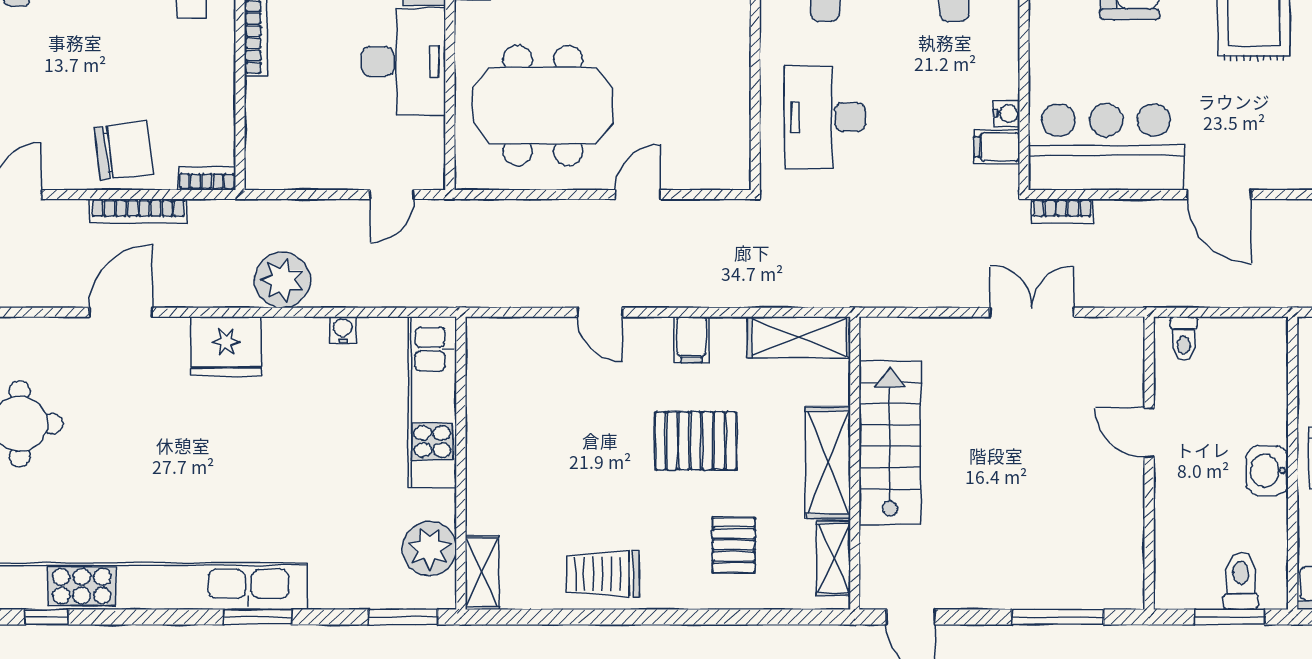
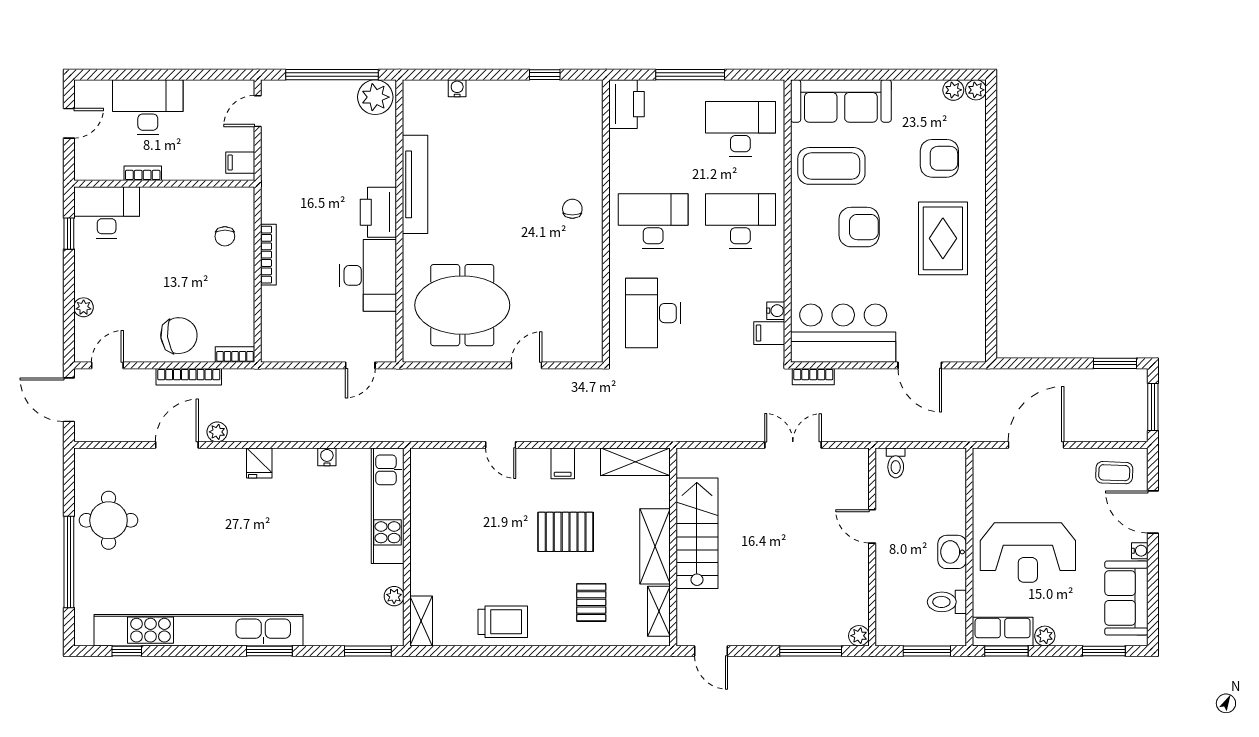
plant: (282, 280) -> (217, 432), moved, width x0.53, depth x0.53
fridge: (226, 347) -> (259, 463), width x0.53, depth x0.75
plant: (429, 549) -> (394, 596), width x0.53, depth x0.53
trolley: (603, 574) -> (503, 622), turned 180
toilet: (1241, 581) -> (947, 602), moved, turned -90
plant: (1129, 594) -> (859, 636), added

